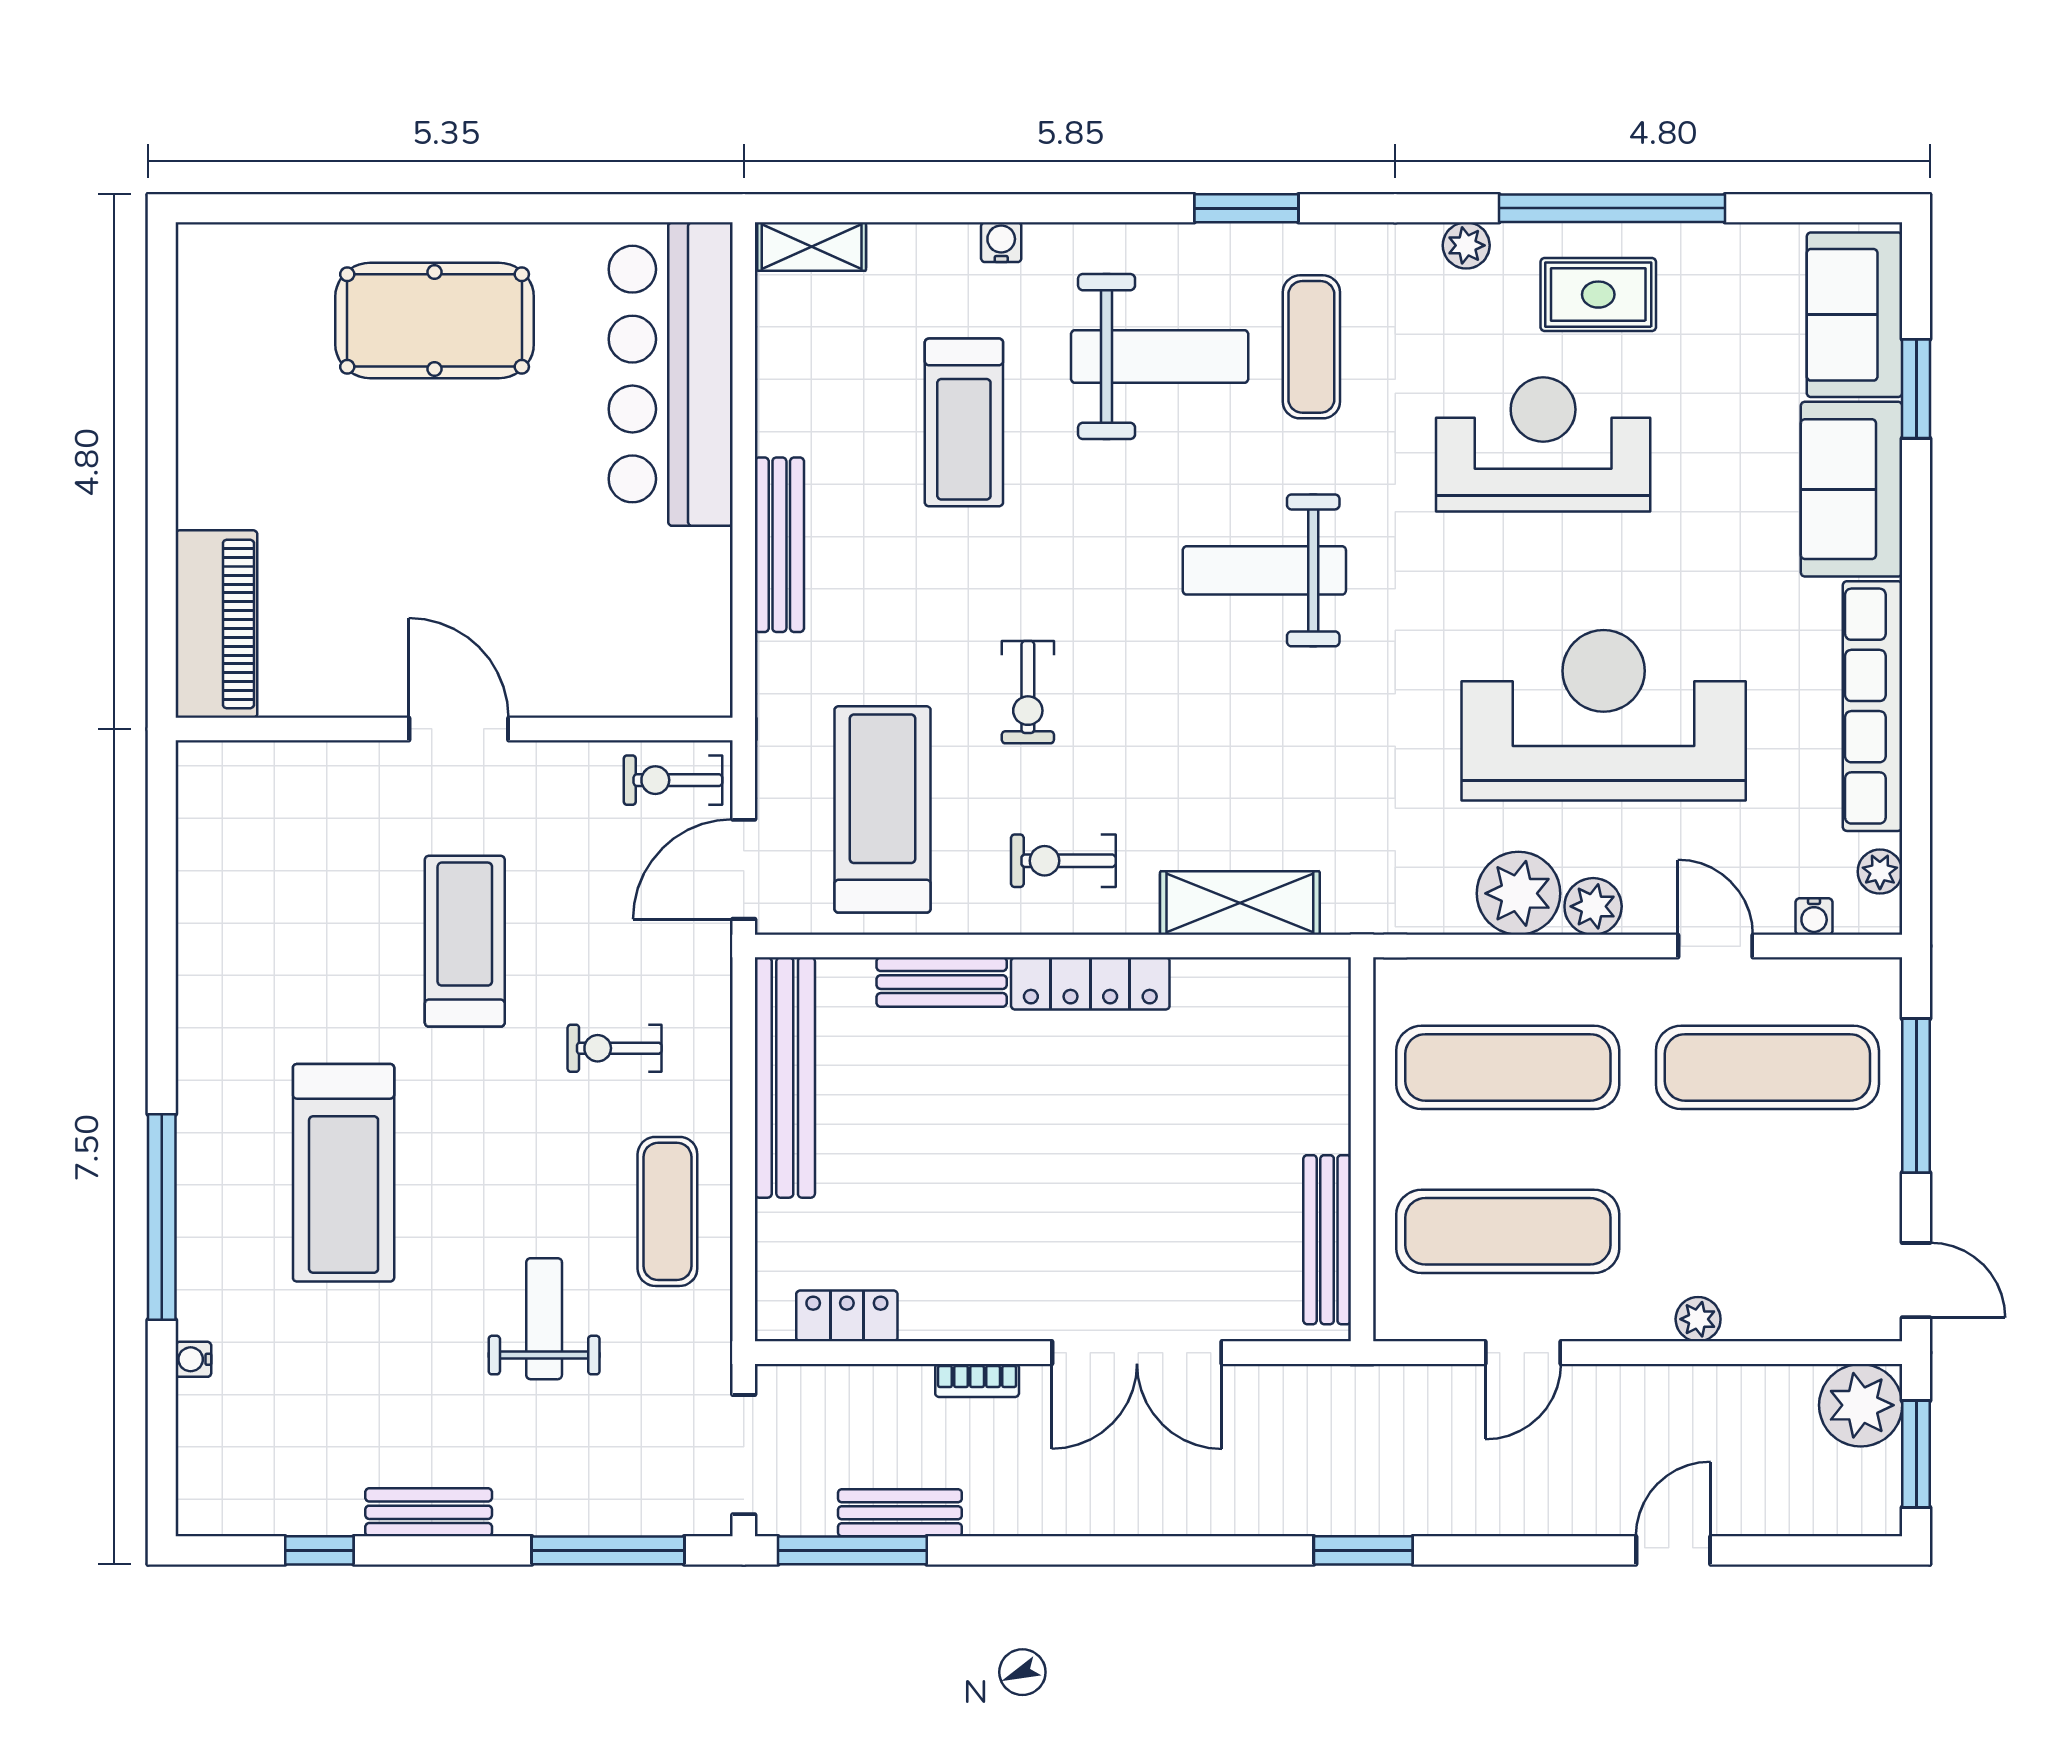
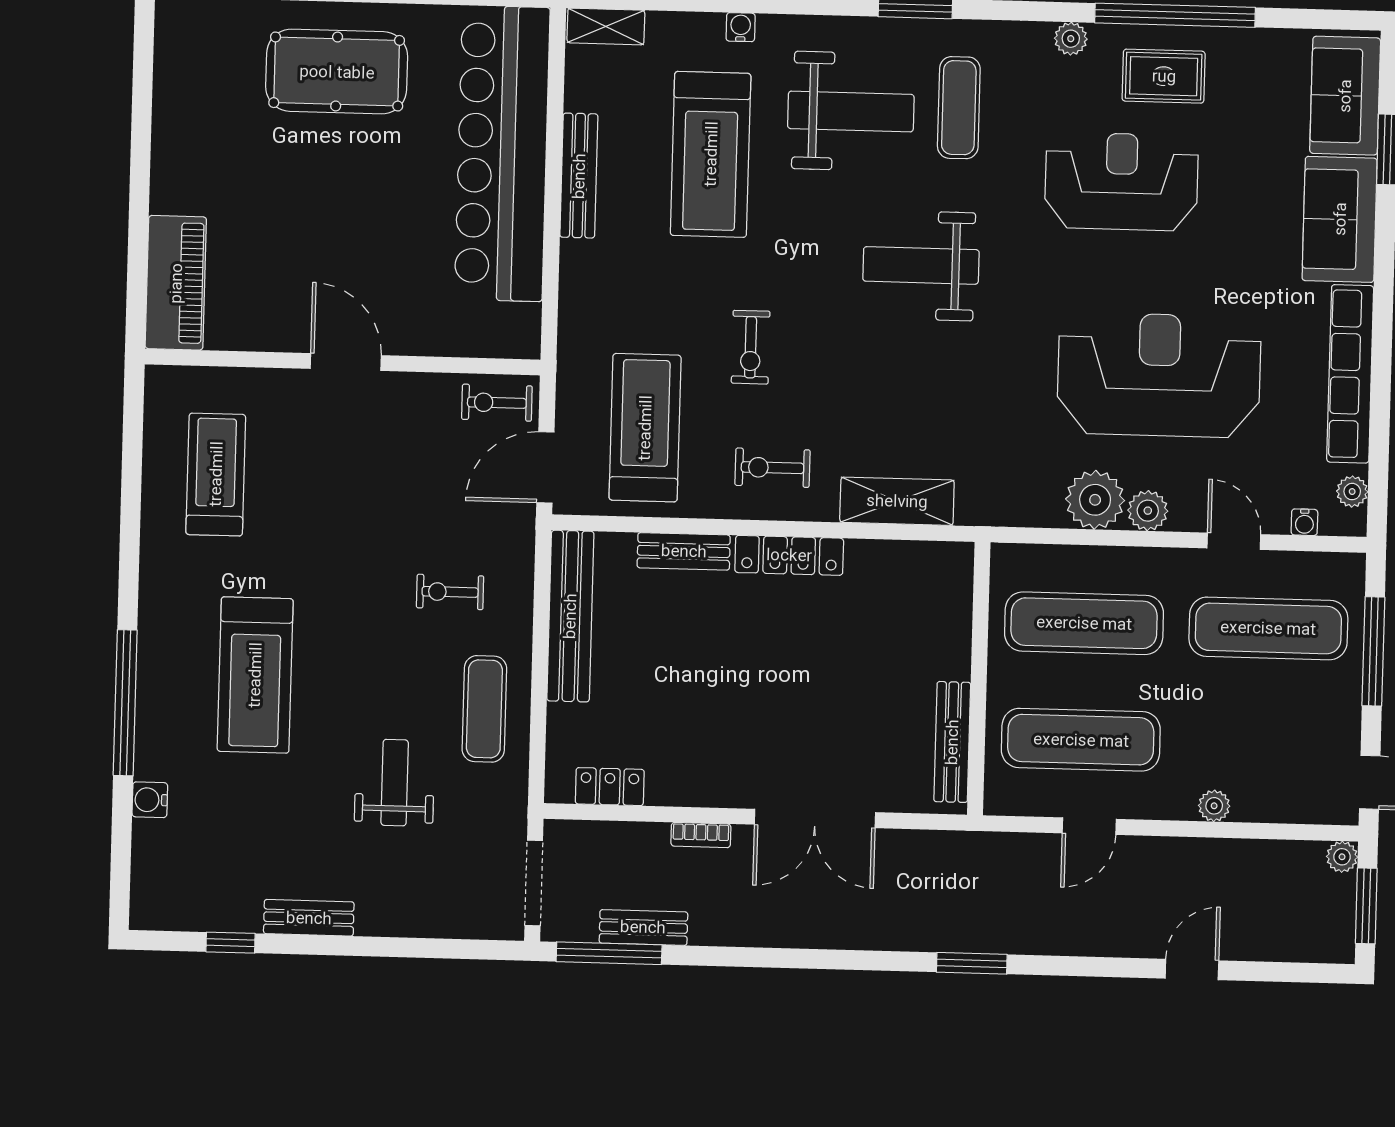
bar counter: (671, 374) -> (502, 153), width x1.36
treadmill: (964, 422) -> (711, 154), width x1.37, depth x1.38
bench: (779, 545) -> (579, 176), moved
treadmill: (465, 941) -> (216, 474), moved
water cooler: (193, 1359) -> (150, 800), width x1.38, depth x1.38
plant: (1861, 1405) -> (1342, 857), width x0.53, depth x0.53
window: (608, 1550) -> (435, 948), removed

